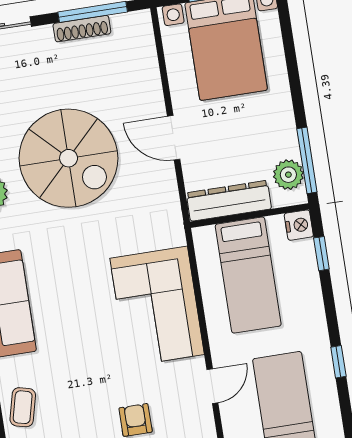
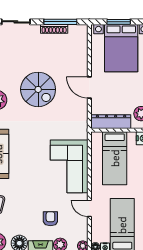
spiral stairs: (69, 158) -> (38, 89), width x0.73, depth x0.73
door: (212, 386) -> (89, 208), swing flipped

